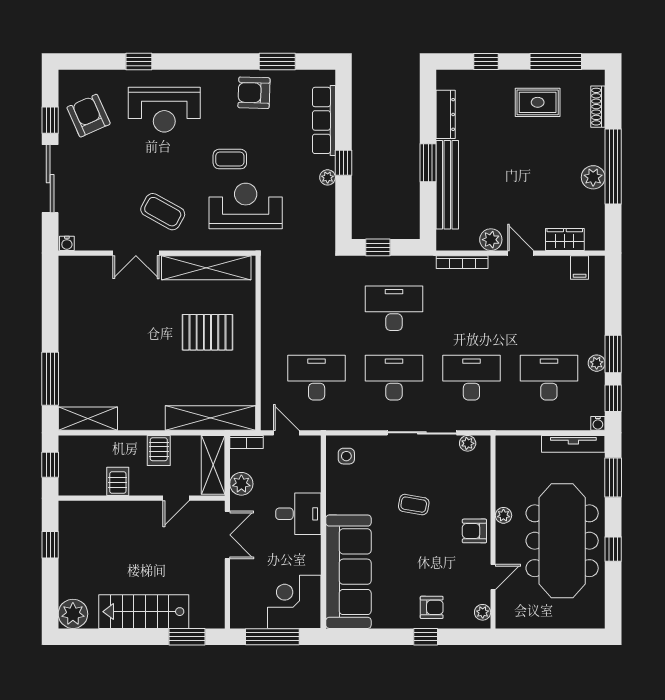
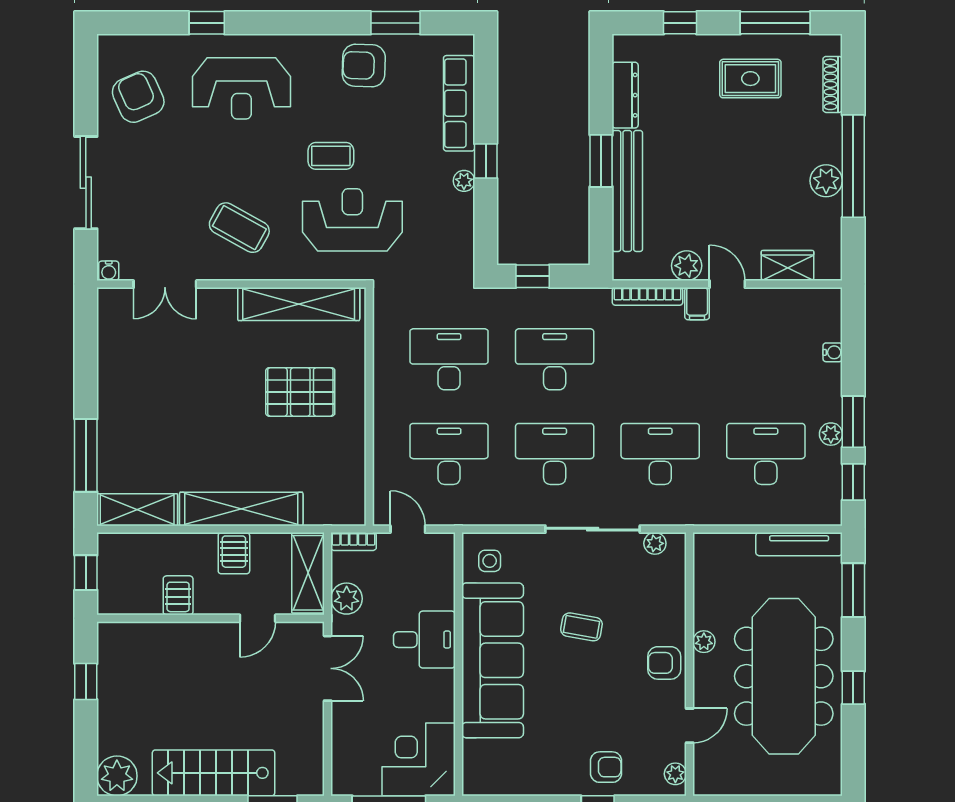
window: (50, 120) -> (86, 103), removed
double door: (136, 253) -> (165, 284), moved
filing cabinet: (580, 267) -> (697, 304), moved
desk: (317, 308) -> (449, 359), added
shelving: (210, 418) -> (241, 509), moved
water cooler: (598, 423) -> (833, 352), moved, turned -90
sofa: (348, 572) -> (493, 660), moved

